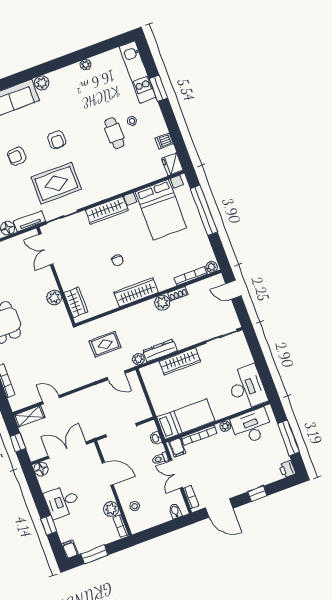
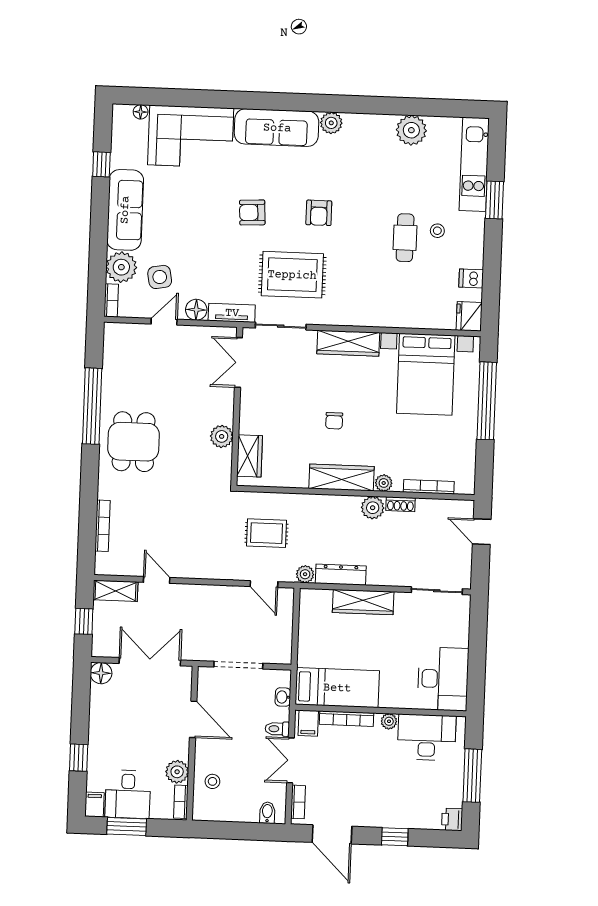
plant: (86, 65) -> (411, 130), width x1.88, depth x1.88
plant: (212, 267) -> (384, 483), moved
desk: (62, 502) -> (128, 794), moved, turned -90

